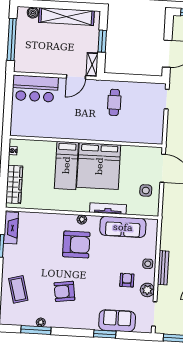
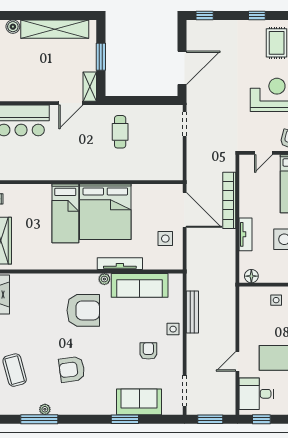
plant: (82, 219) -> (104, 279), moved
bench: (163, 268) -> (192, 312), moved
plant: (147, 290) -> (174, 362), removed

